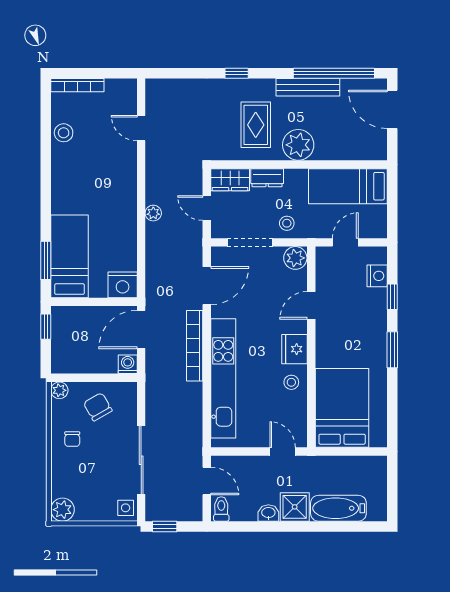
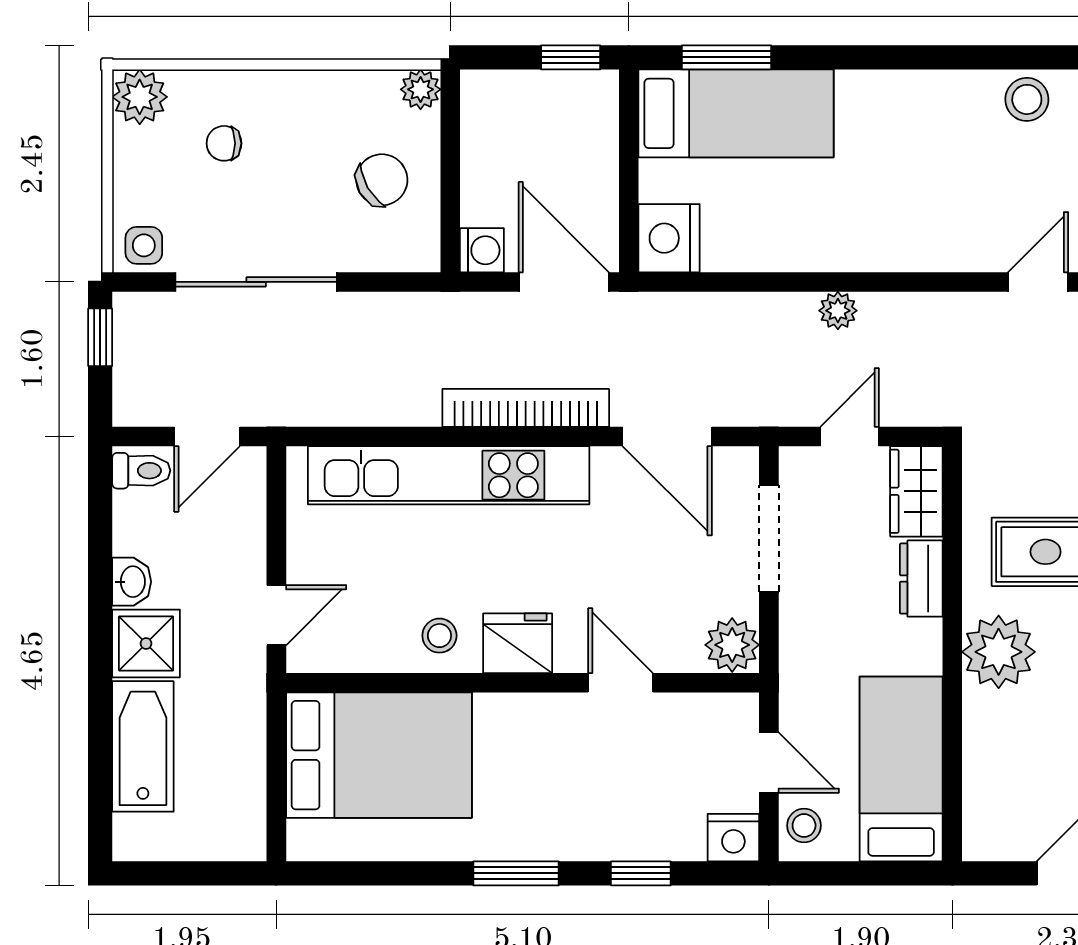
stool: (287, 223) -> (804, 825), moved
nightstand: (377, 276) -> (733, 838), moved
chair: (72, 439) -> (224, 143), moved

